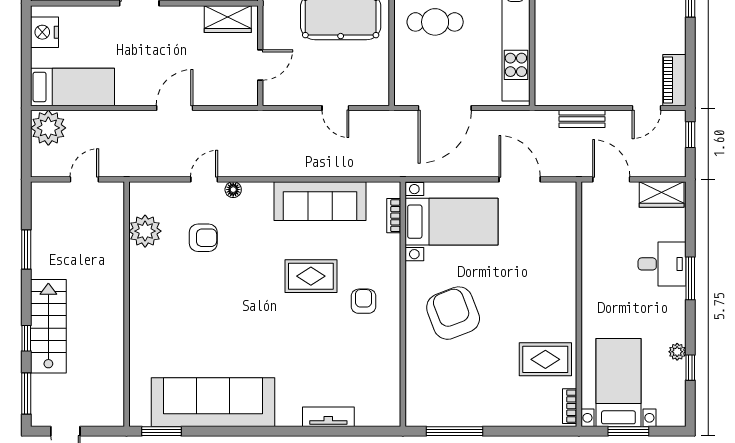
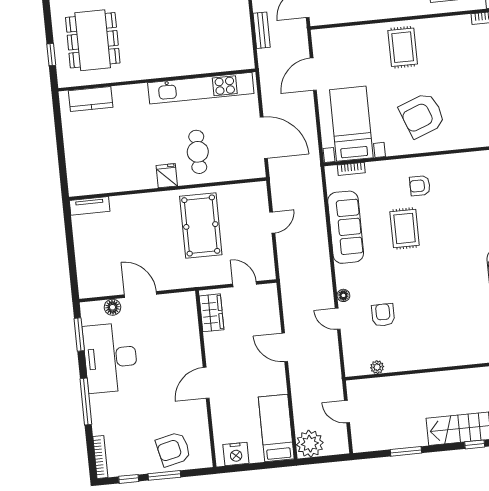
plant: (145, 231) -> (377, 367), width x0.53, depth x0.53
rug: (545, 359) -> (403, 47), moved

